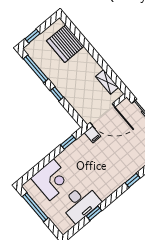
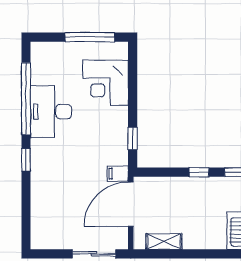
window: (133, 180) -> (26, 160), moved
desk: (80, 203) -> (51, 112), moved
window: (94, 213) -> (26, 99), width x3.17

